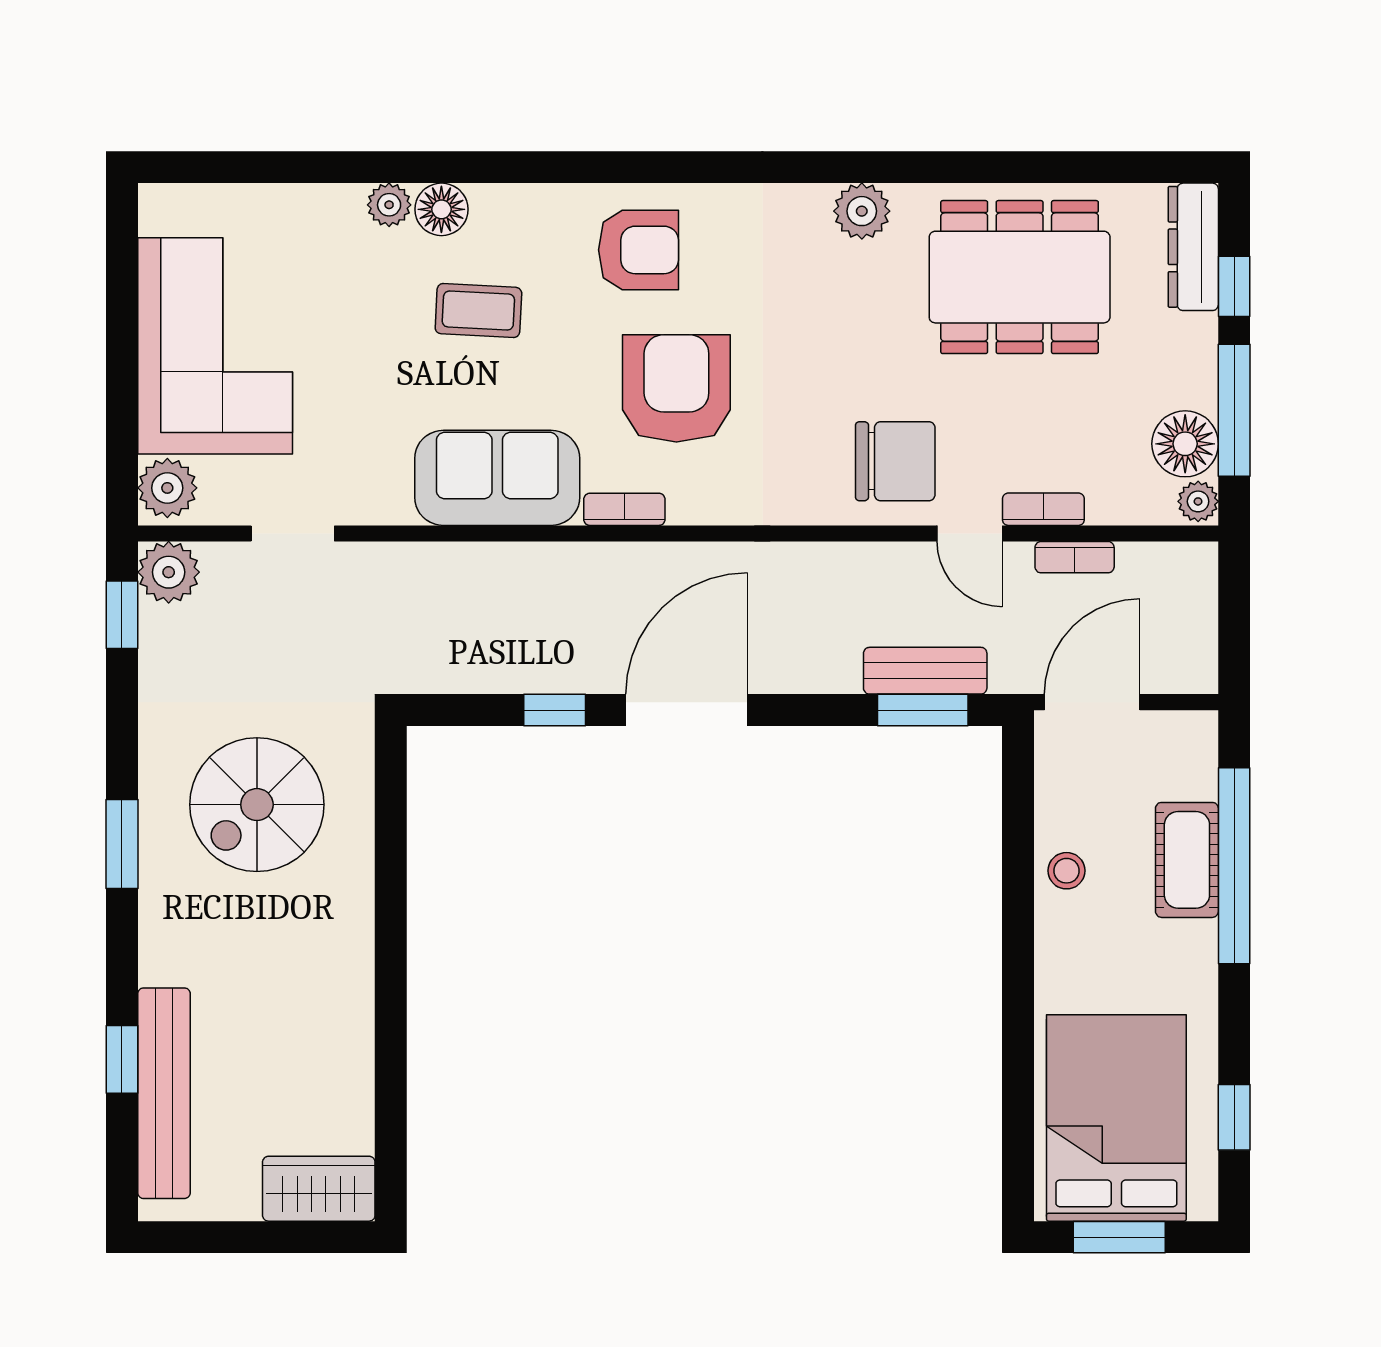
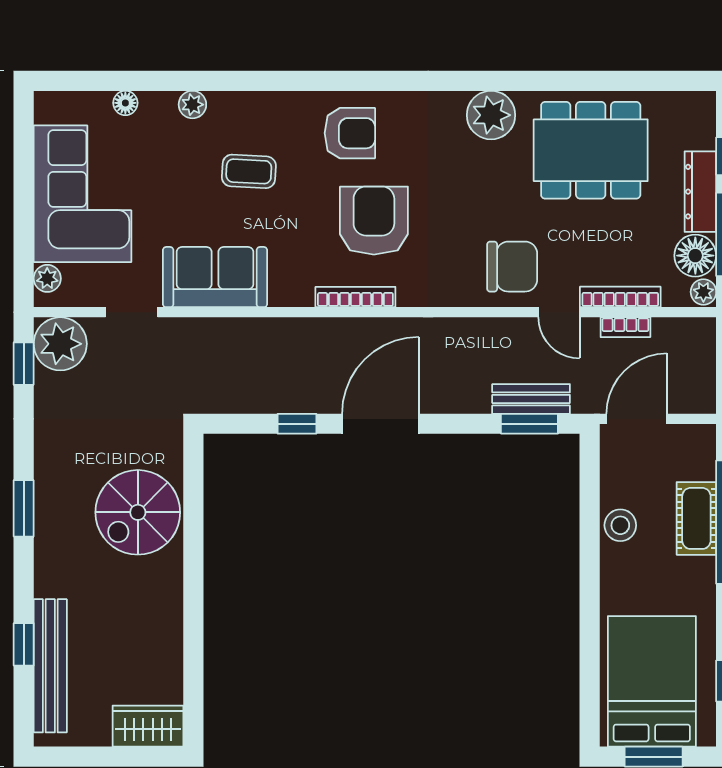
floor lamp: (441, 209) -> (125, 103), moved, width x0.73, depth x0.73
plant: (862, 211) -> (491, 115), width x1.36, depth x1.36
dresser: (1193, 247) -> (700, 192), moved
sofa: (497, 478) -> (215, 277), moved
plant: (167, 488) -> (47, 278), width x0.73, depth x0.73
bookcase: (624, 509) -> (355, 297), width x1.56
bookcase: (1043, 509) -> (620, 297), width x1.56
plant: (169, 572) -> (60, 344), width x1.36, depth x1.36
spiral stairs: (257, 805) -> (138, 512), moved
stool: (1066, 871) -> (620, 525), width x1.37, depth x1.37

